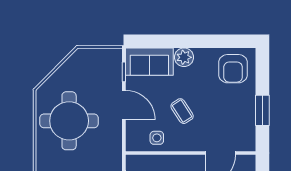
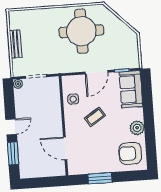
plant: (184, 57) -> (137, 128), moved

